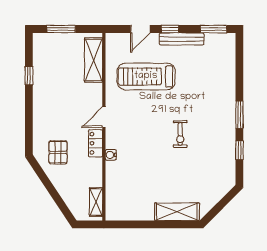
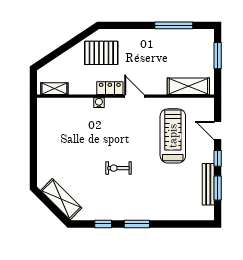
window: (214, 29) -> (218, 188), moved
bench: (182, 39) -> (208, 184), moved
window: (29, 76) -> (174, 25), width x2.17
pallet: (58, 152) -> (101, 53), width x1.50, depth x1.42
shelving: (177, 212) -> (61, 199), moved, turned -45

